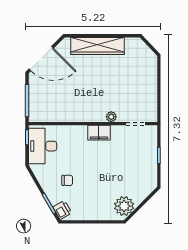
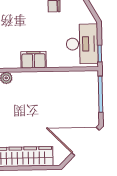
filing cabinet: (99, 133) -> (33, 60), moved

